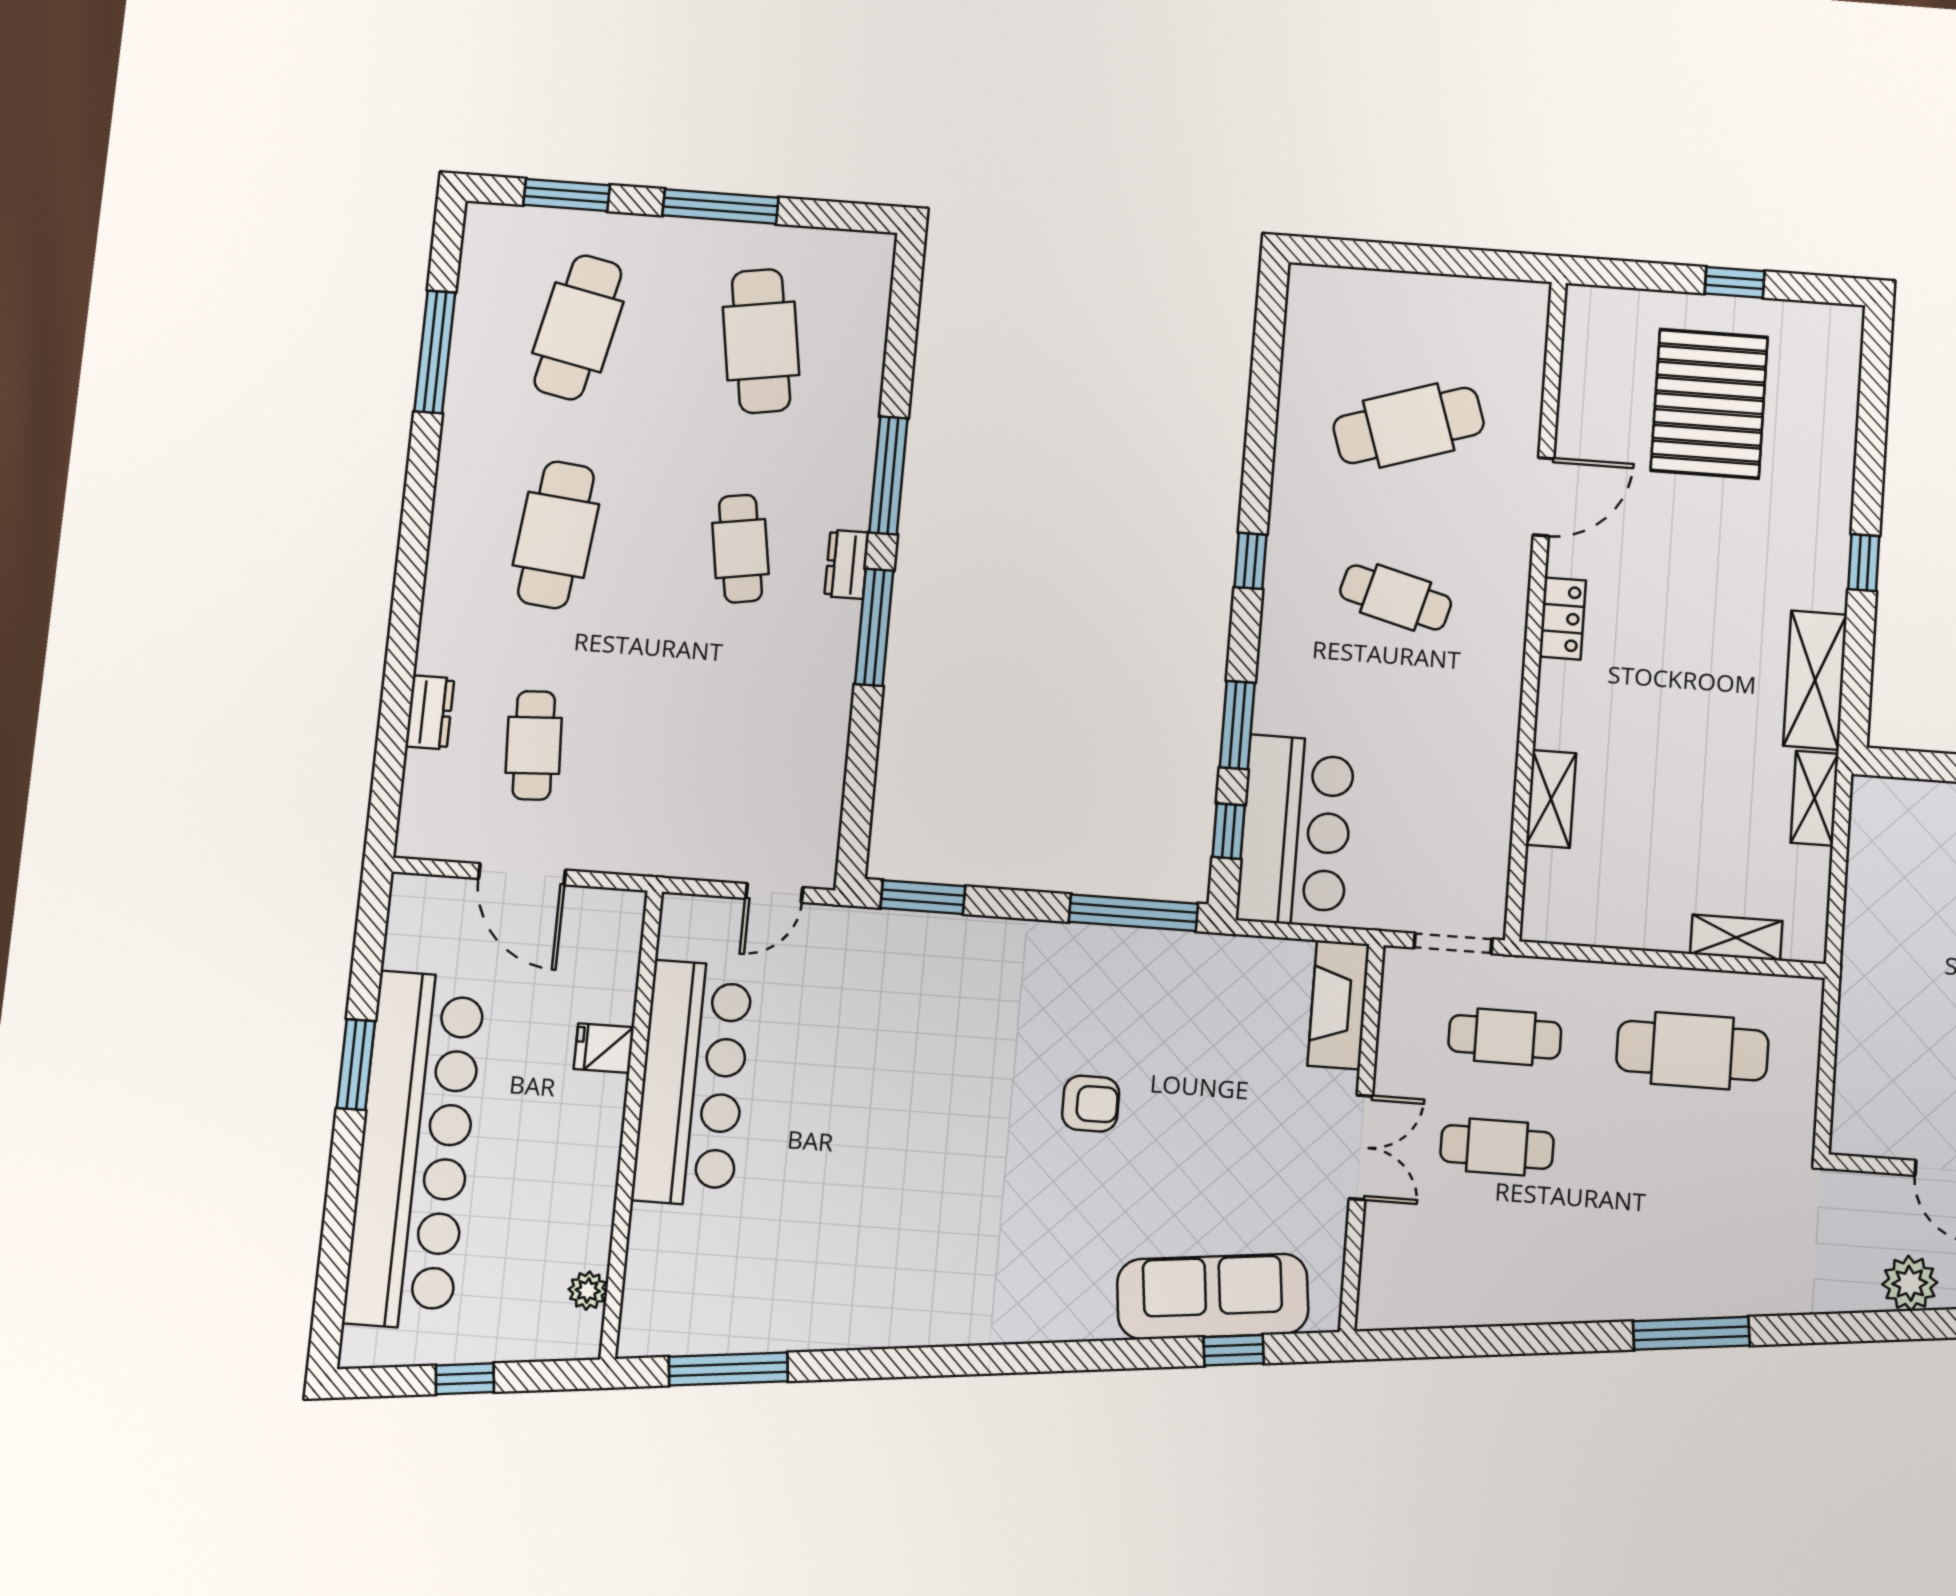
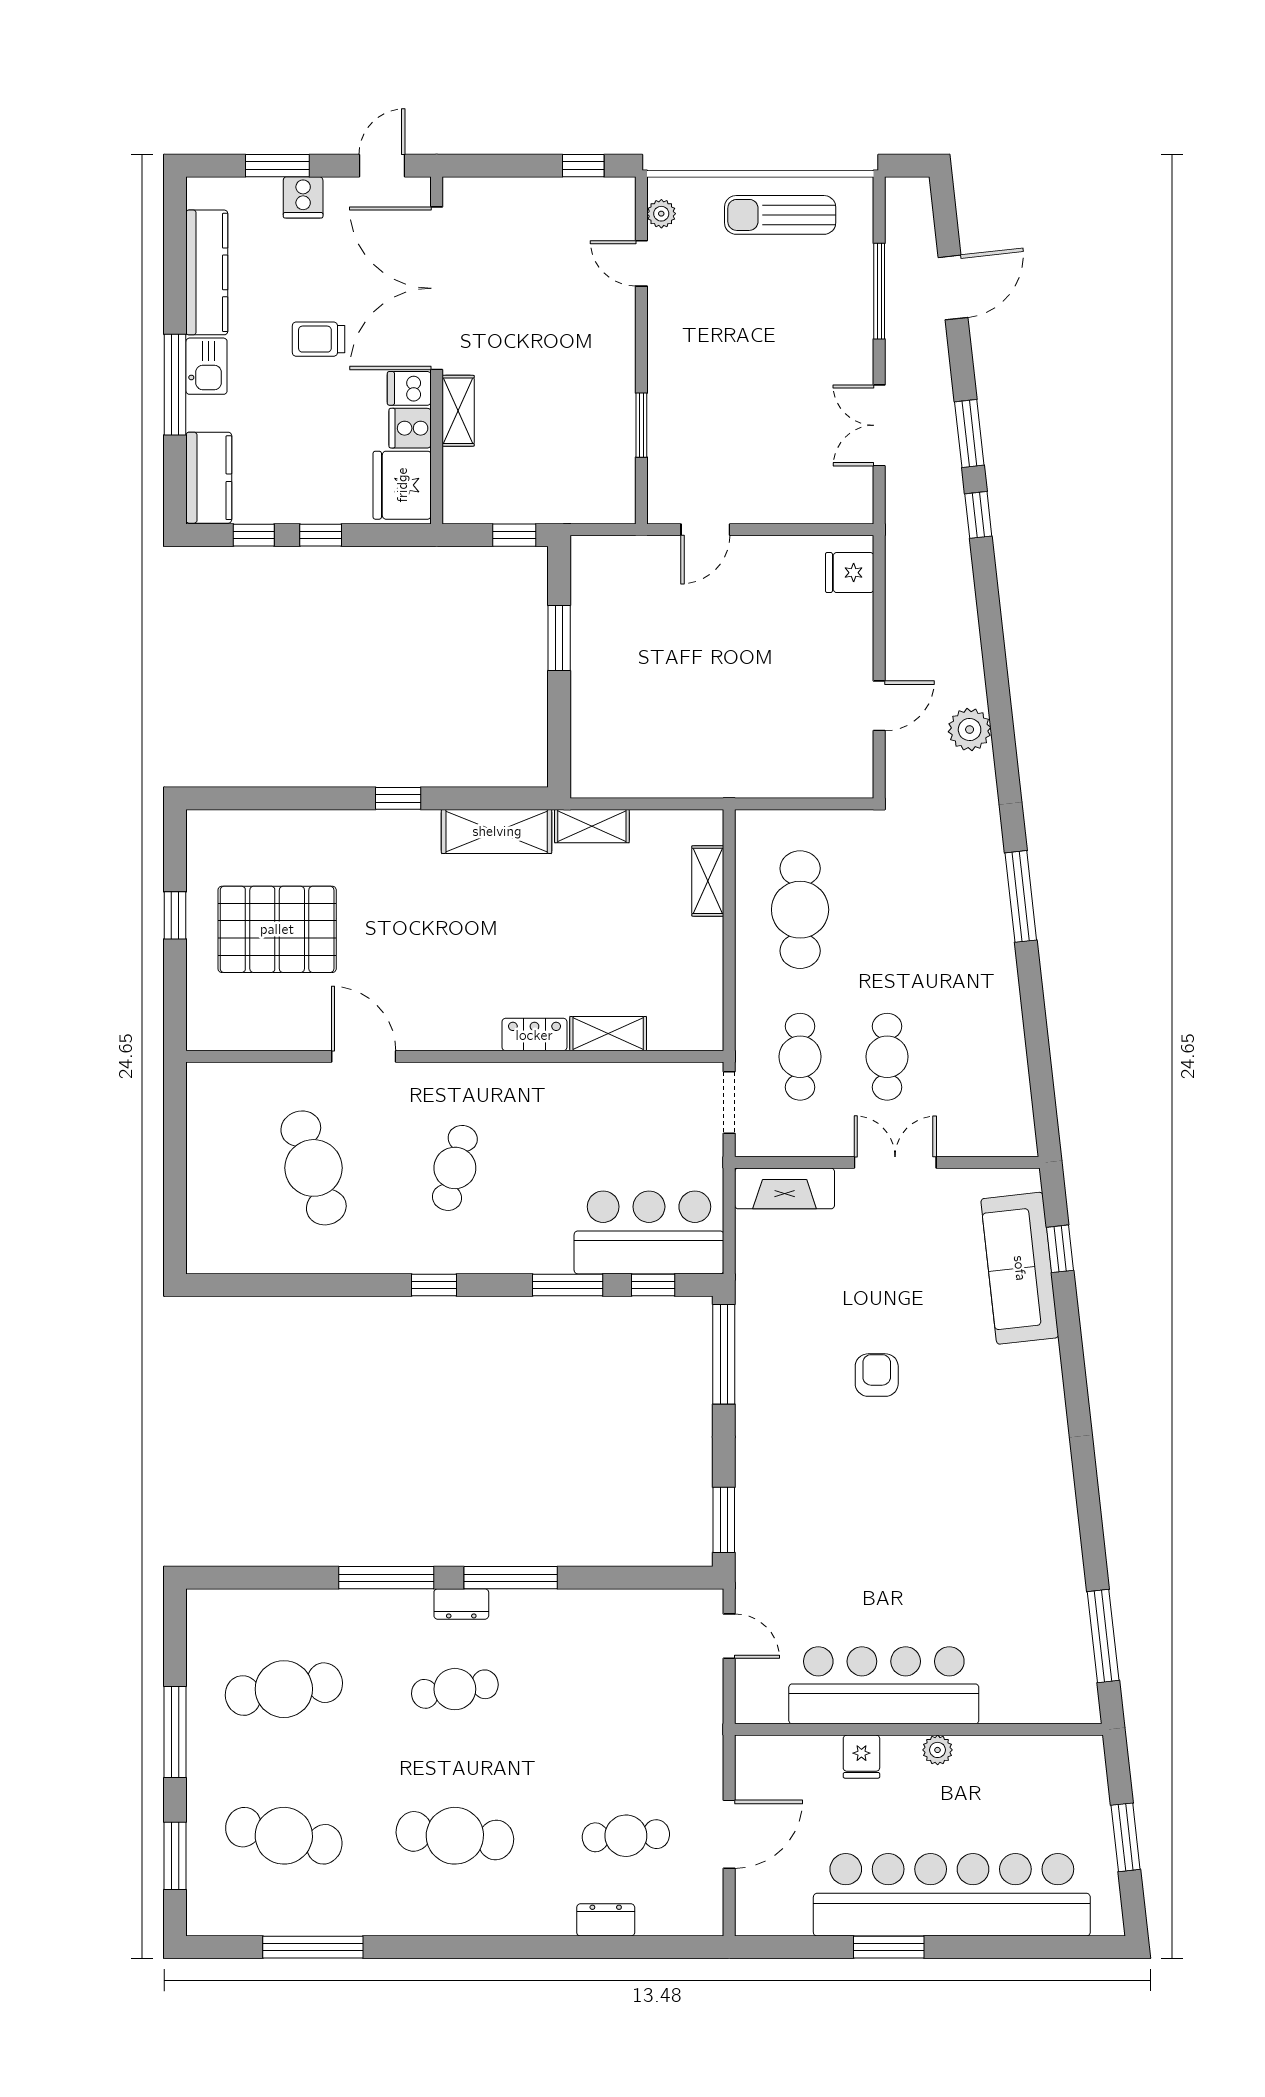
locker: (1563, 618) -> (534, 1035), moved
plant: (588, 1291) -> (938, 1750), moved
window: (465, 1379) -> (1126, 1837), width x1.50

